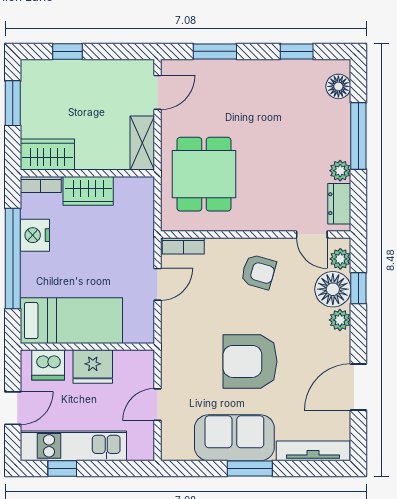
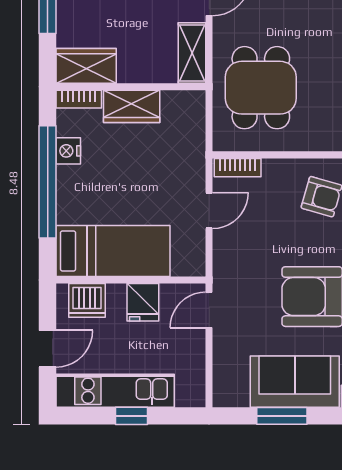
nightstand: (35, 235) -> (68, 151), width x0.74, depth x0.75
fridge: (93, 367) -> (143, 302), width x0.72
door: (158, 405) -> (209, 310), moved
window: (62, 468) -> (131, 416), moved
window: (250, 468) -> (282, 416), moved

